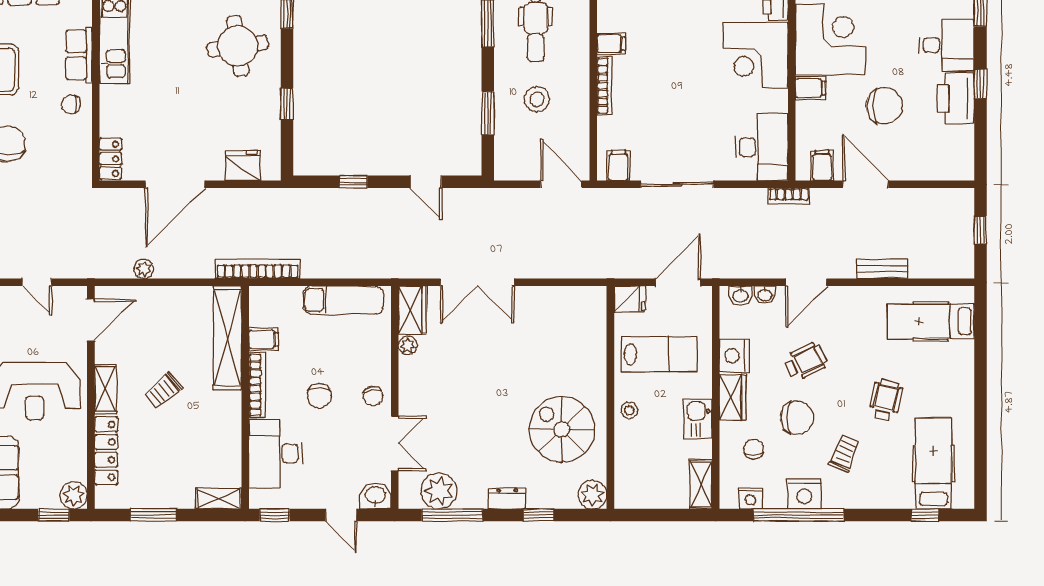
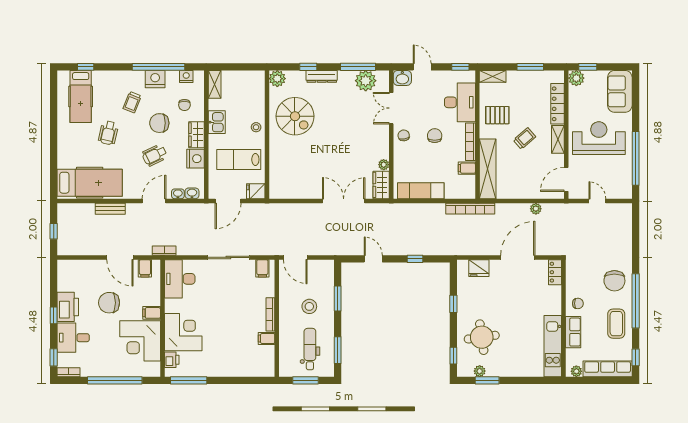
hospital bed: (931, 321) -> (90, 183), width x1.37, depth x1.29
pallet: (211, 431) -> (497, 115), added
dresser: (507, 498) -> (322, 76), width x1.44

